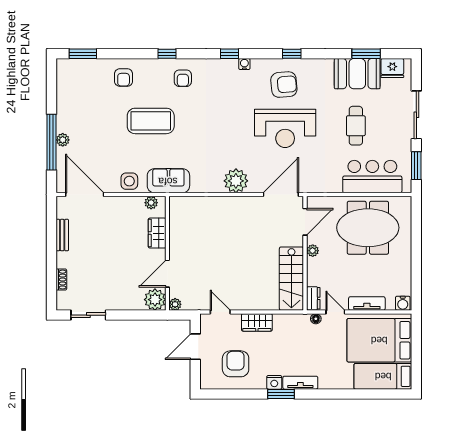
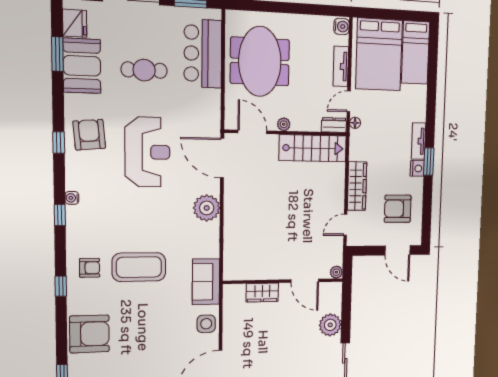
armchair: (124, 78) -> (89, 334), width x1.88, depth x1.88
armchair: (284, 85) -> (89, 135), moved
coffee table: (151, 121) -> (139, 267), moved, turned 90
plant: (151, 203) -> (230, 300), removed
plant: (155, 300) -> (330, 325), moved
wardrobe: (257, 322) -> (357, 186), width x1.50
door: (195, 347) -> (398, 250), moved

